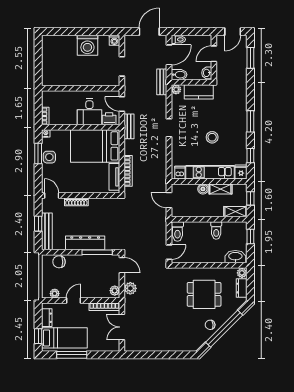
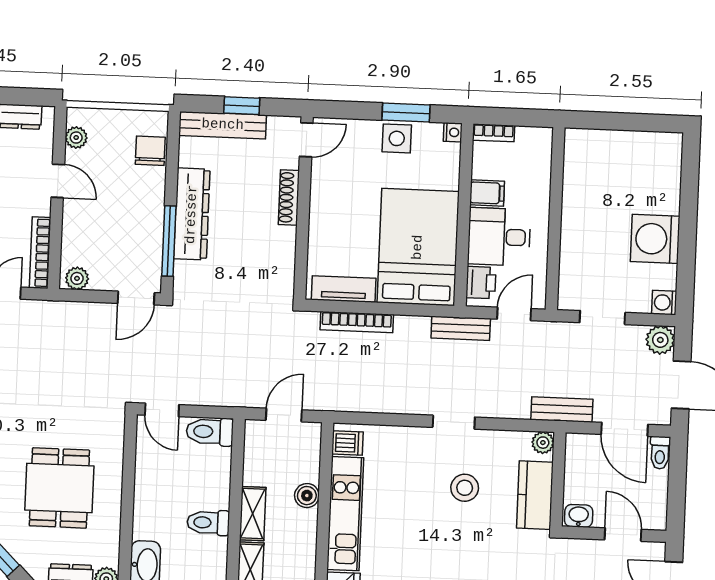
bidet: (179, 75) -> (577, 451), removed
filing cabinet: (71, 118) -> (487, 193), added
stool: (212, 137) -> (465, 488), moved
shelving: (220, 189) -> (253, 514), moved
plant: (130, 288) -> (660, 340), moved

